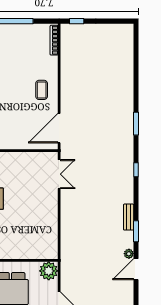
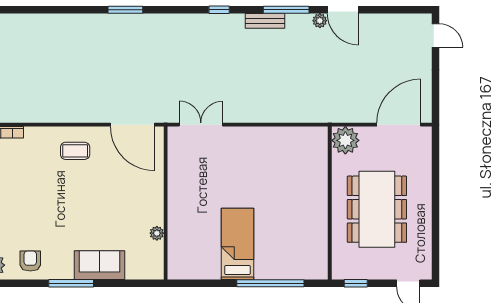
window: (136, 170) -> (219, 10), moved
window: (136, 231) -> (286, 10), width x1.44

